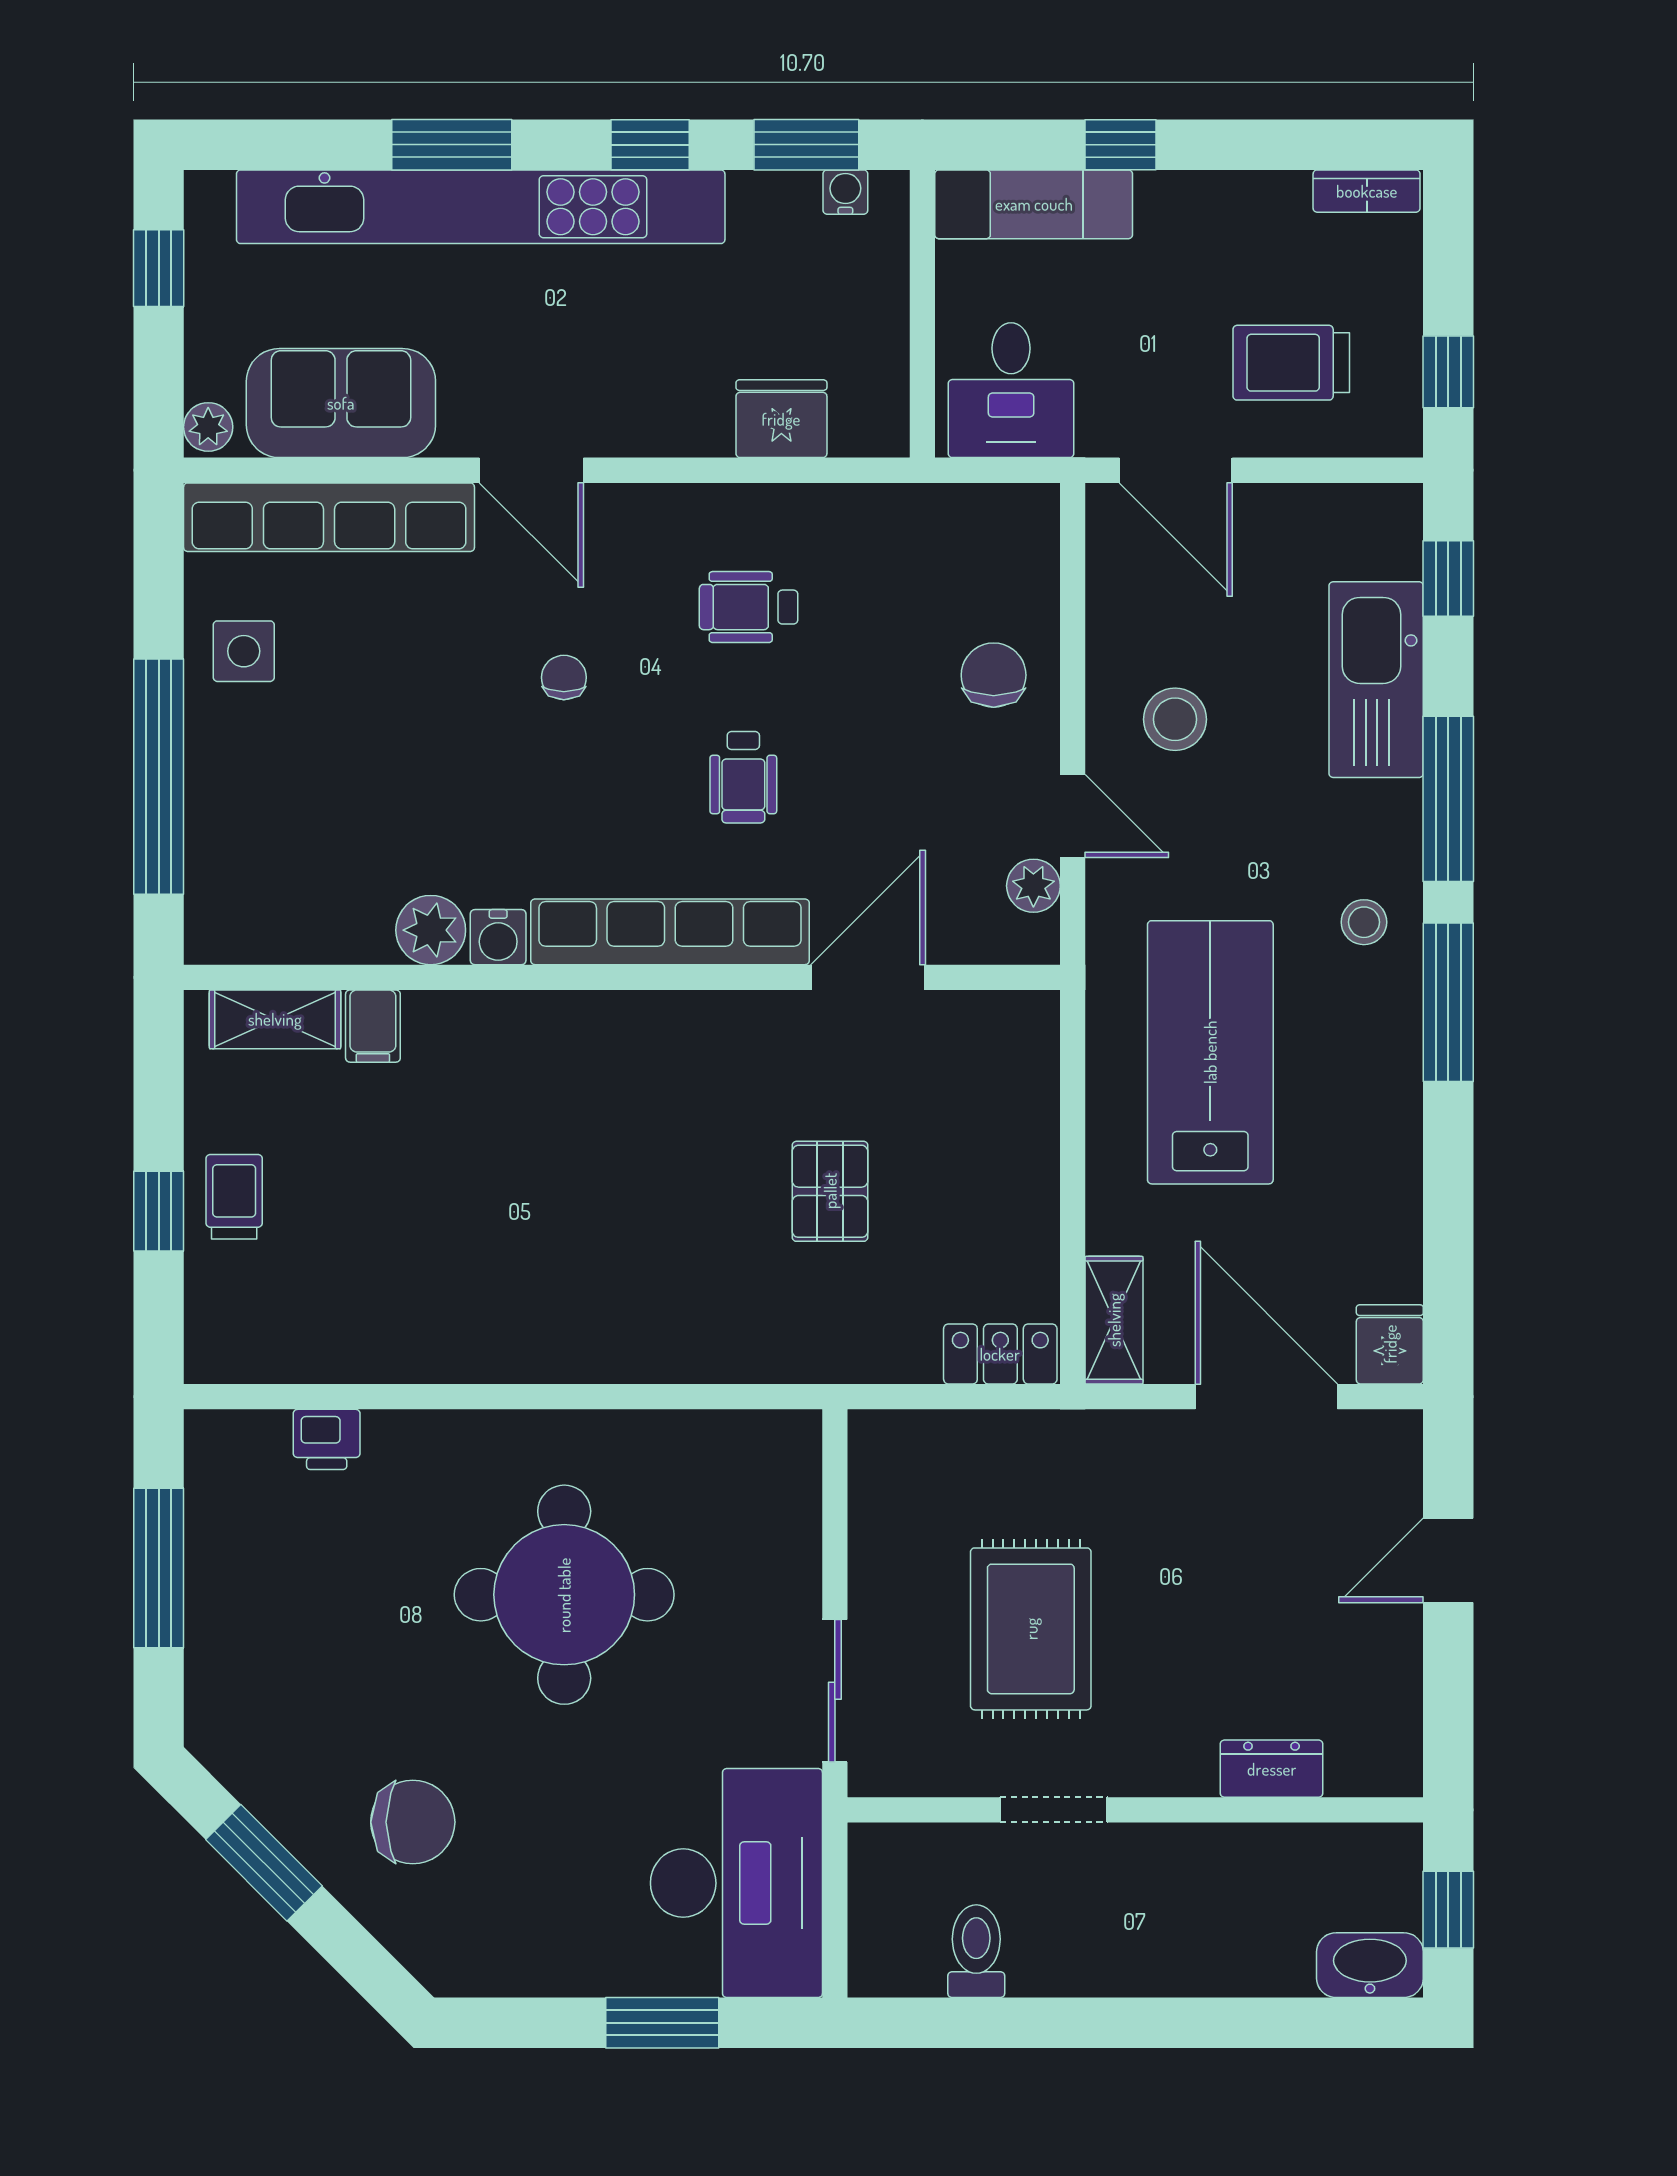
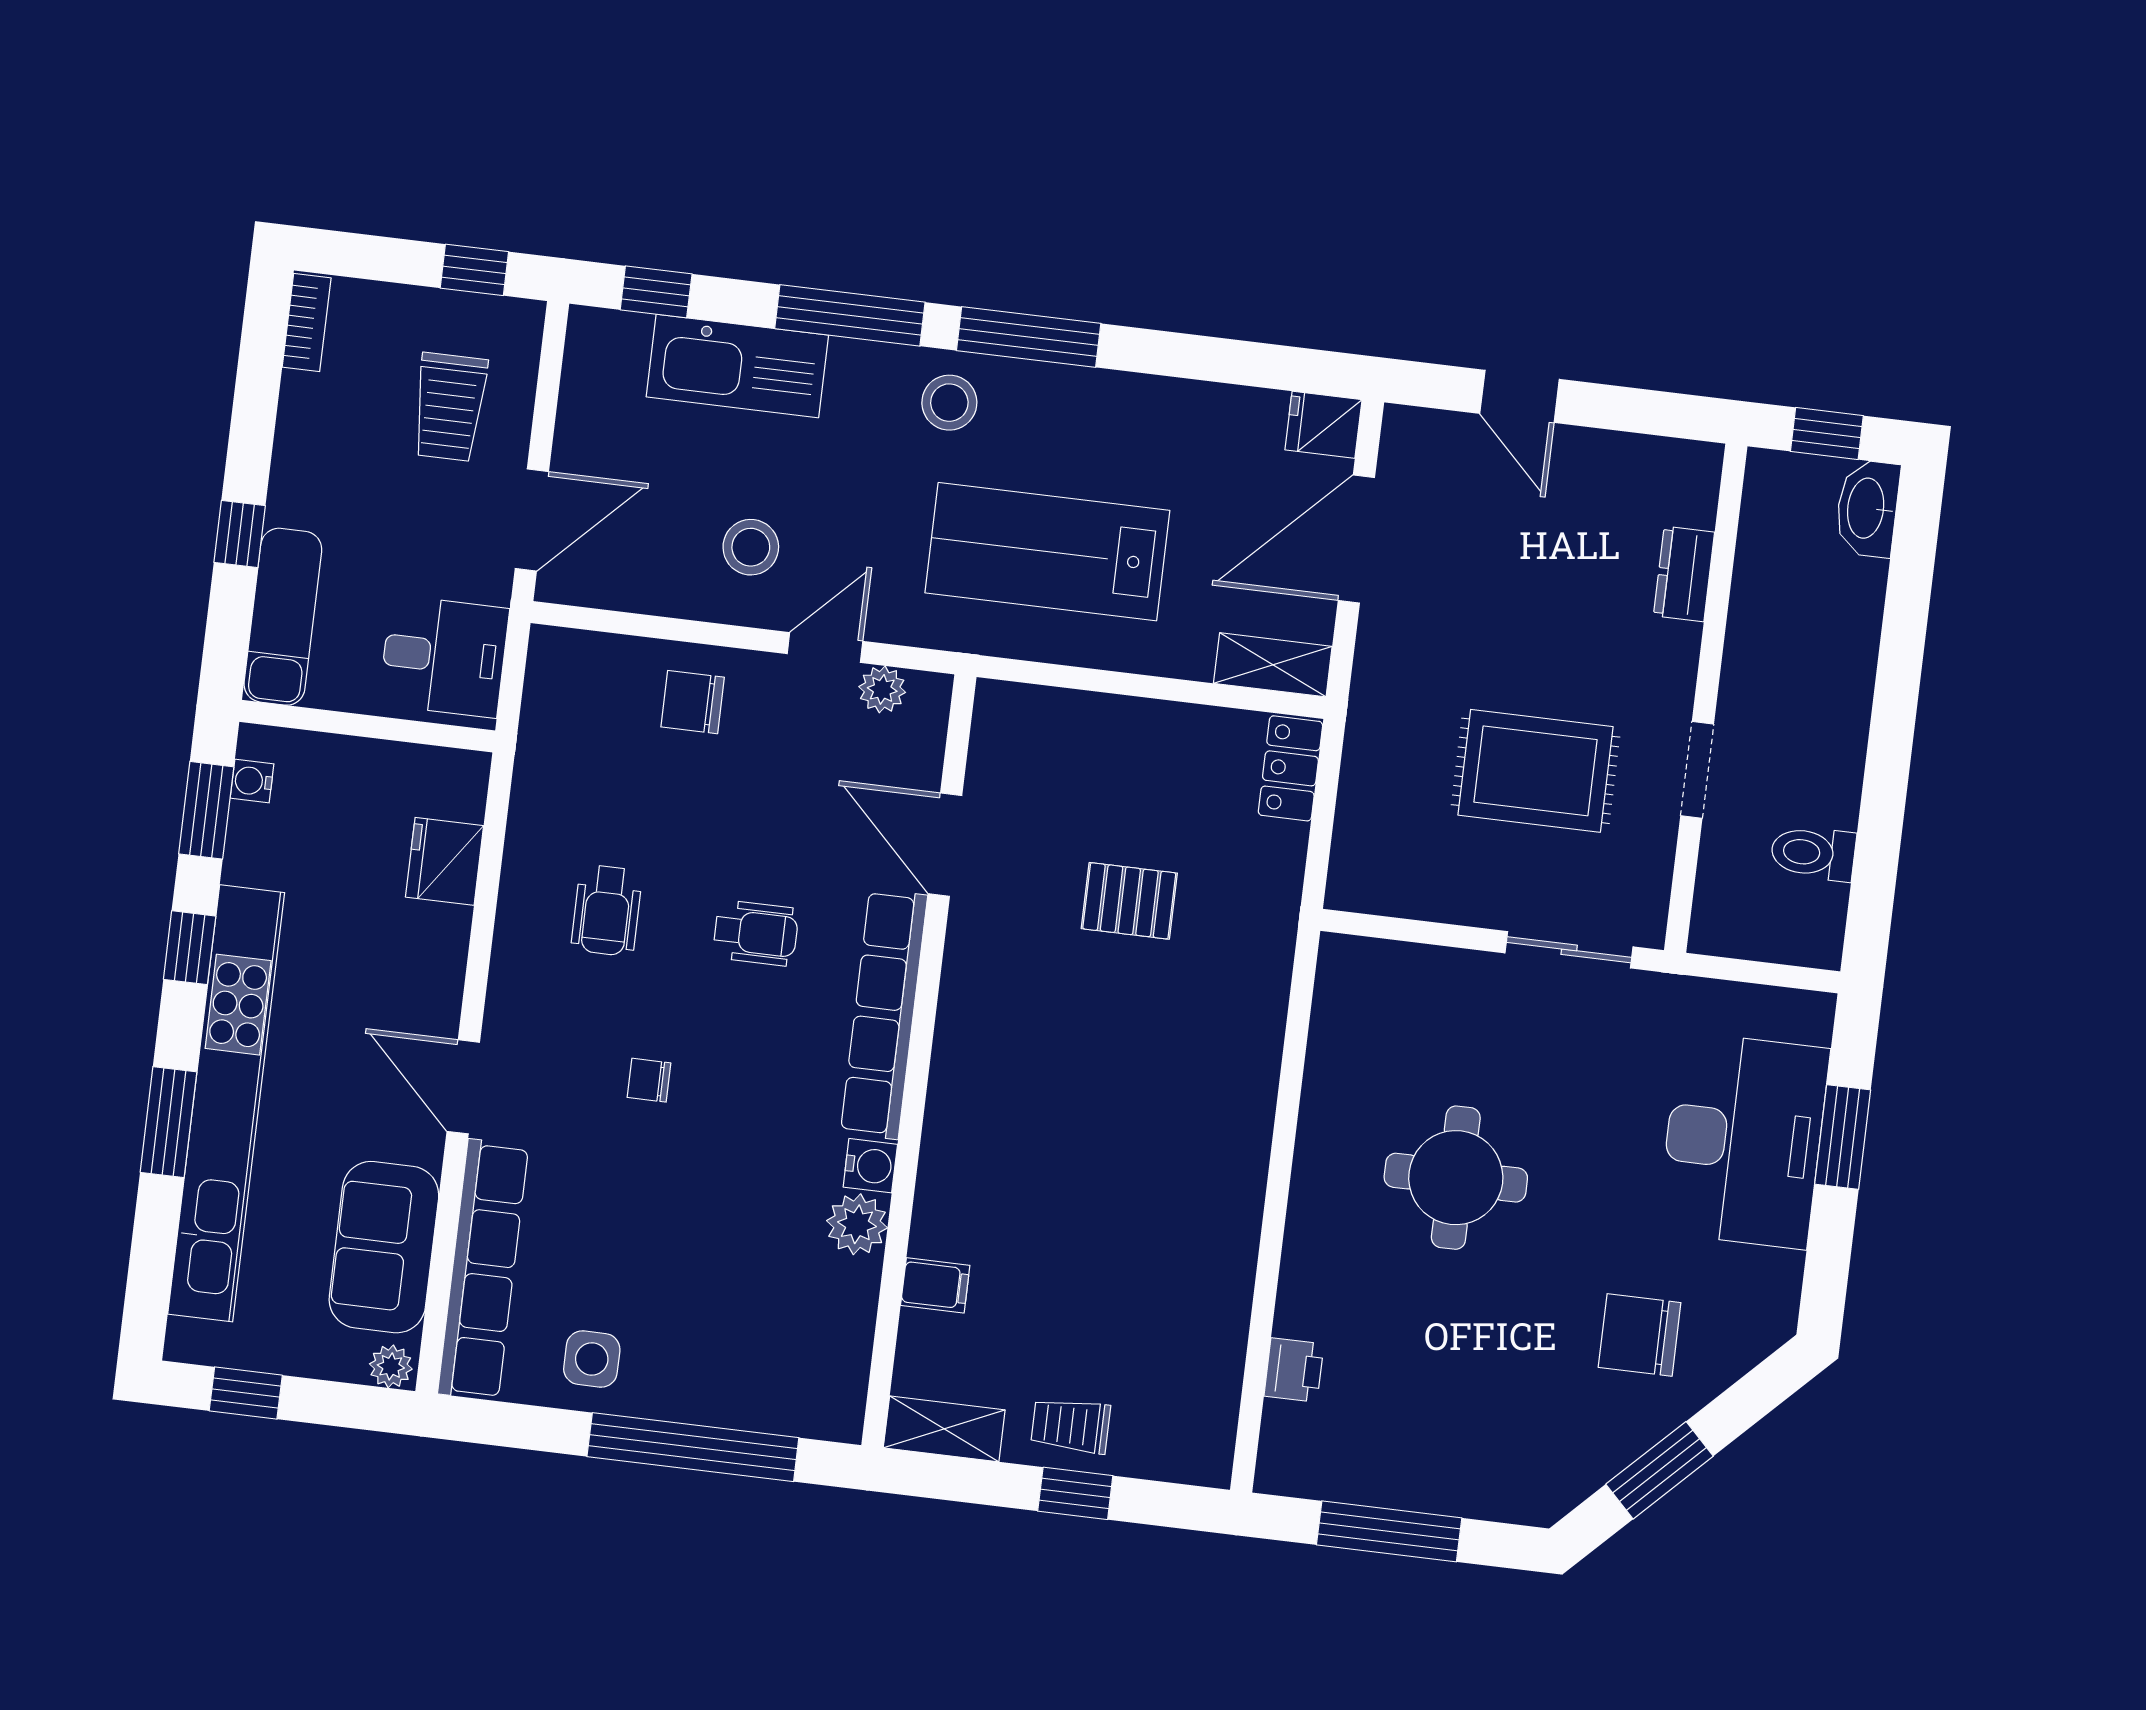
door: (531, 470) -> (463, 1087), swing flipped
stool: (1364, 922) -> (949, 403), width x1.37, depth x1.37
shelving: (275, 1019) -> (944, 1429), moved, turned 90
round table: (564, 1595) -> (1456, 1178), width x0.73, depth x0.73
chair: (413, 1822) -> (1640, 1335), turned -90
desk: (736, 1883) -> (1743, 1140), moved, turned 90

